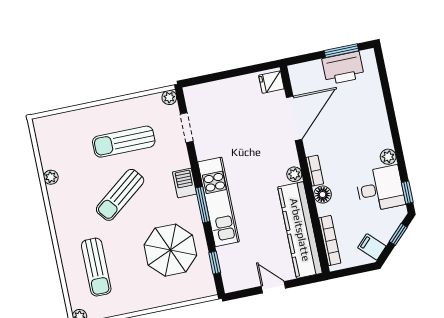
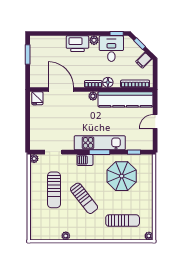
printer: (343, 68) -> (77, 44), moved, turned 90

